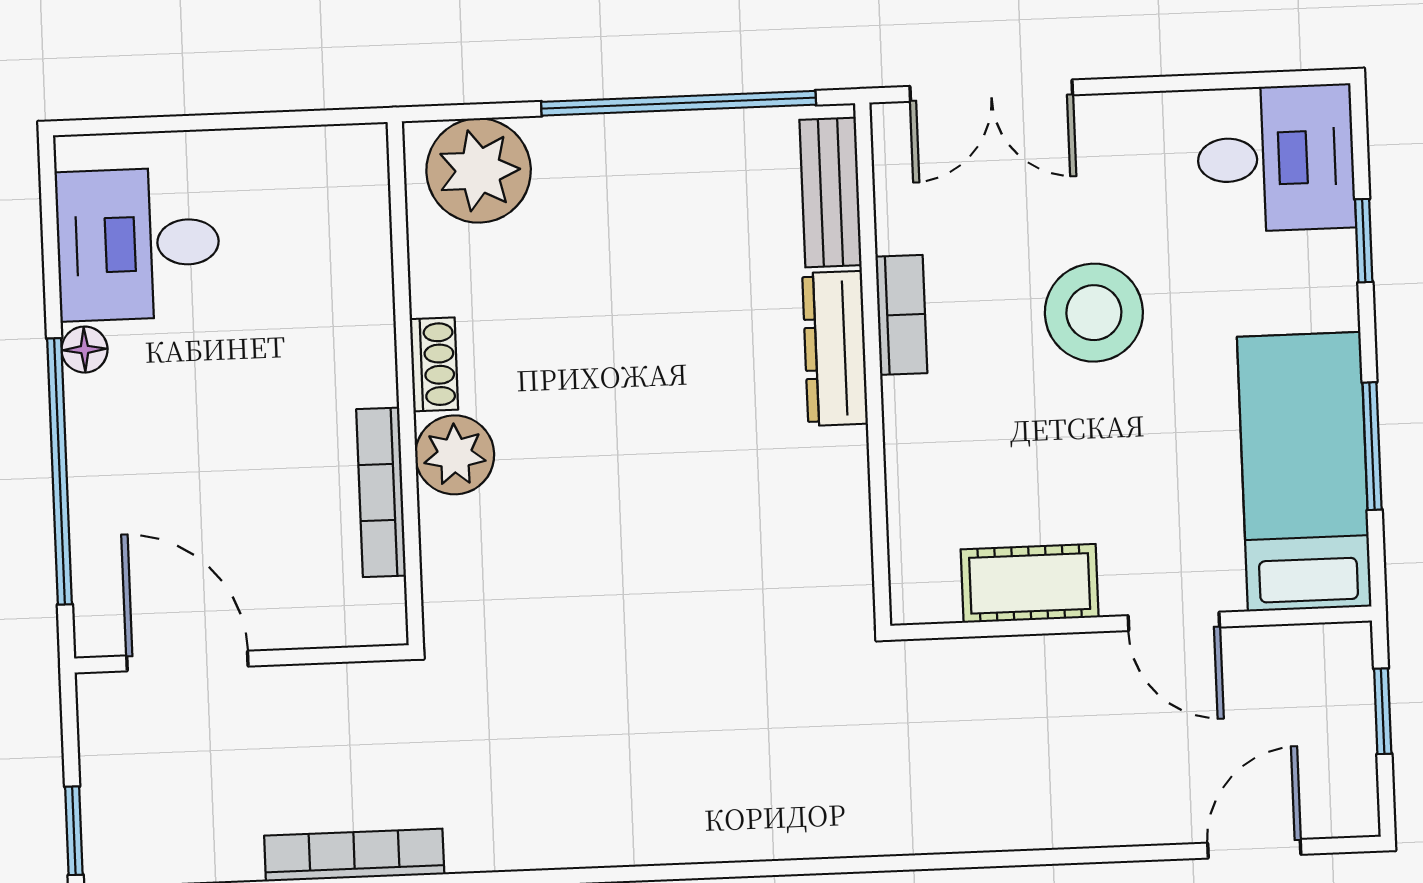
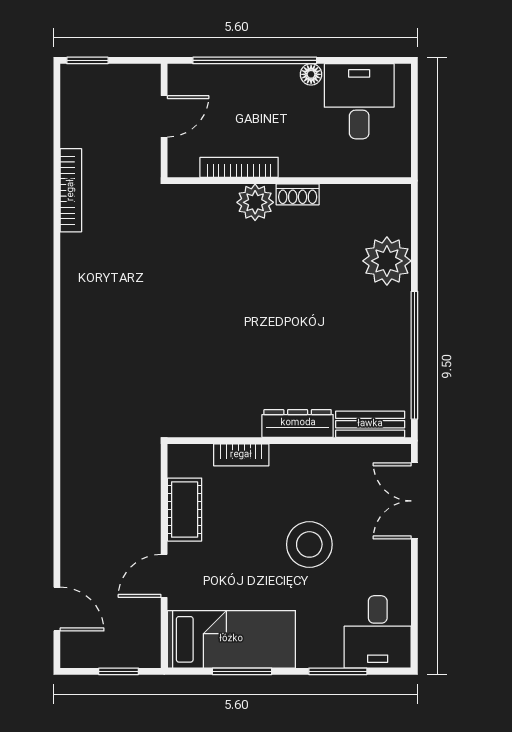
window: (1364, 241) -> (338, 671), width x1.50
bookcase: (901, 315) -> (241, 455), moved
shoe rack: (434, 364) -> (298, 194), moved
wall: (405, 383) -> (289, 181), moved
plant: (455, 455) -> (255, 202), moved
bookcase: (381, 492) -> (239, 167), moved
door: (187, 661) -> (164, 116), width x0.73

